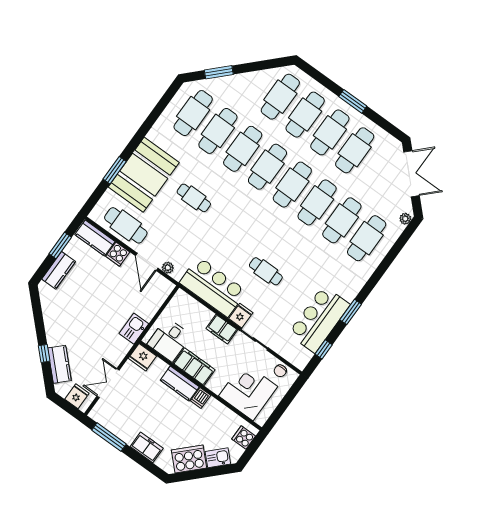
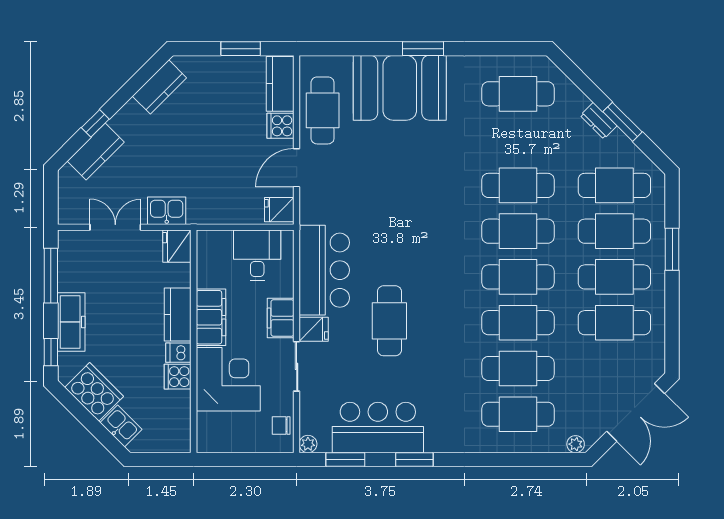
window: (219, 72) -> (623, 122), moved
dresser: (239, 80) -> (599, 121), added
window: (353, 101) -> (672, 249), moved
cafe table: (218, 131) -> (518, 140), removed
window: (115, 170) -> (423, 49), moved
cafe table: (194, 198) -> (415, 169), removed
plant: (168, 268) -> (308, 444), moved
kitchen counter: (59, 270) -> (159, 87), moved, turned -45
cafe table: (266, 271) -> (389, 321), width x1.37, depth x1.35
kitchen sink: (134, 329) -> (167, 211), moved
desk: (169, 340) -> (257, 255), moved, turned 90
window: (324, 349) -> (345, 459), width x1.50
corner desk: (248, 391) -> (228, 379), moved
fridge: (77, 396) -> (279, 210), moved, turned 180
cooker: (244, 438) -> (178, 377), moved, turned -90
freezer: (147, 447) -> (71, 322), width x1.40
window: (151, 467) -> (51, 352), added

